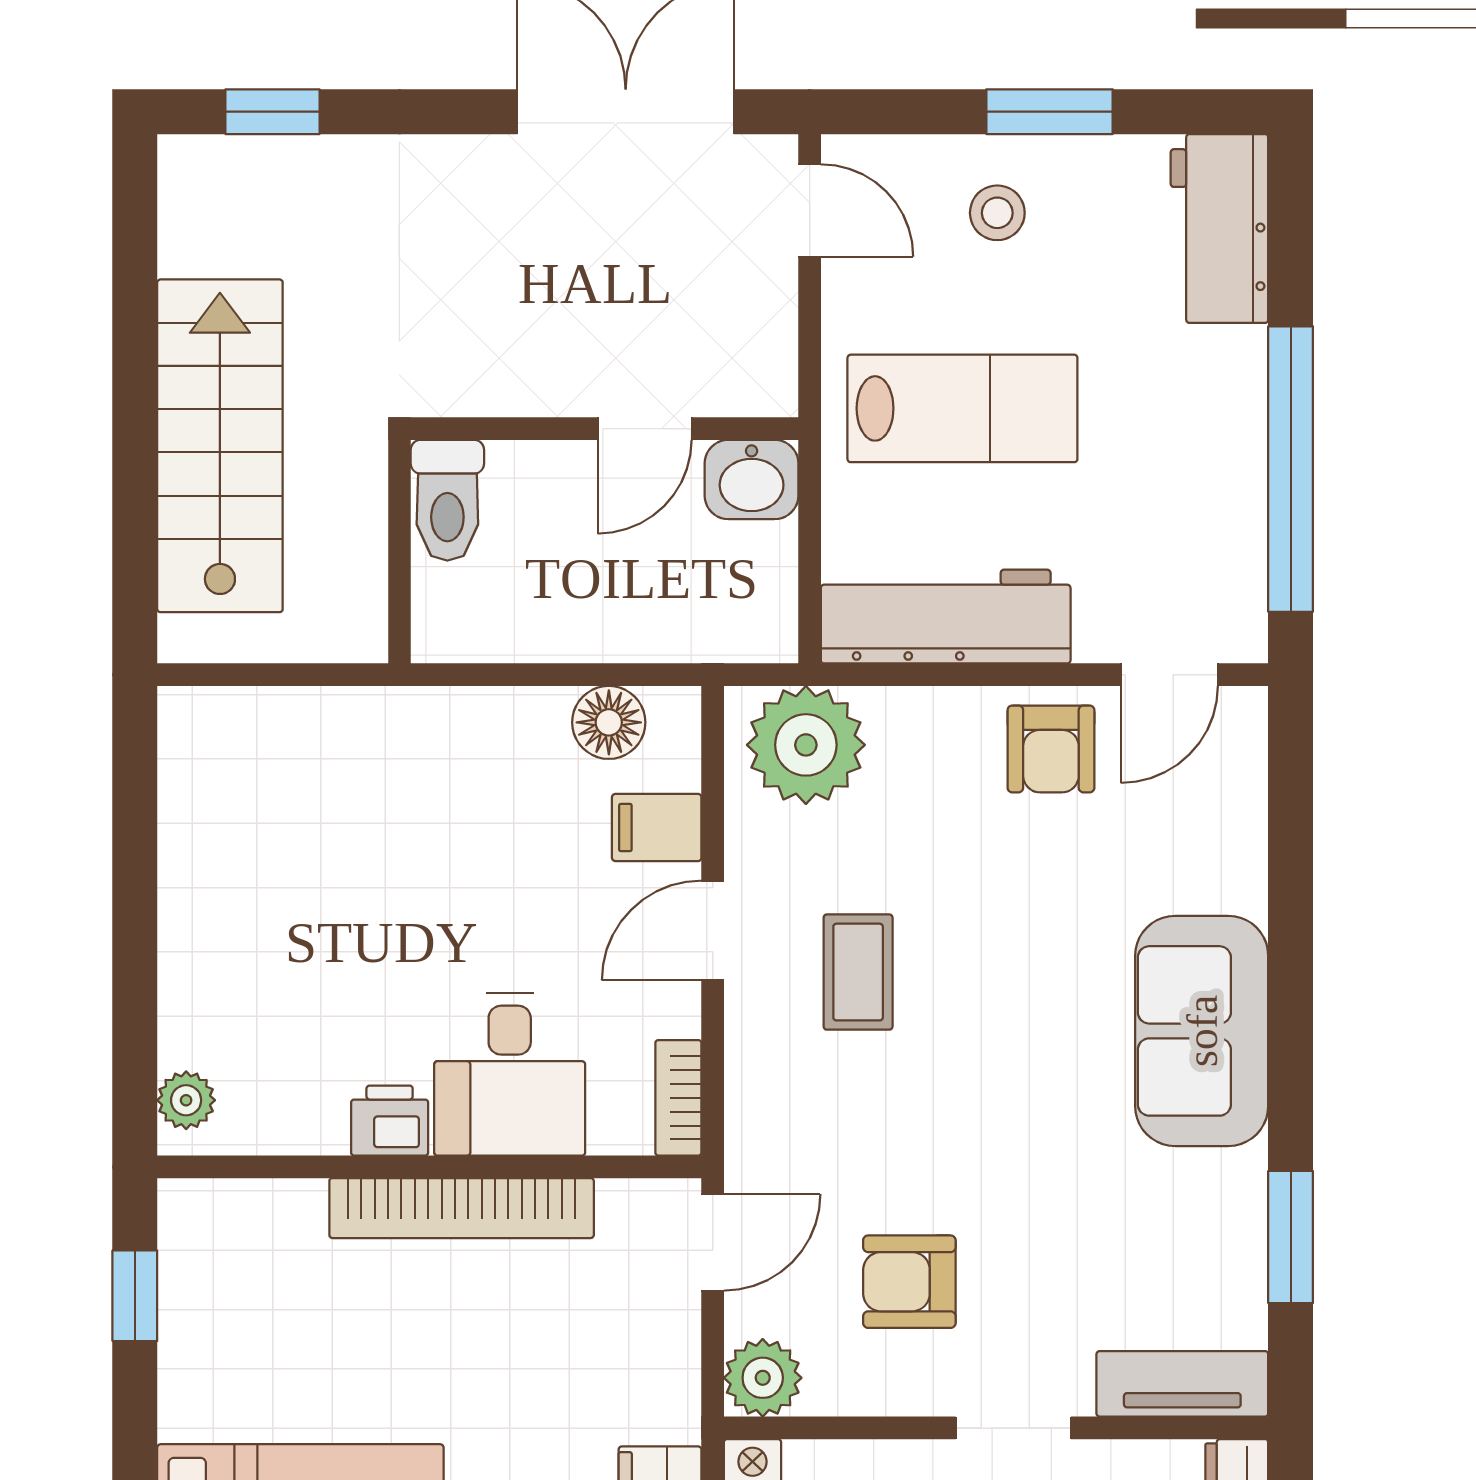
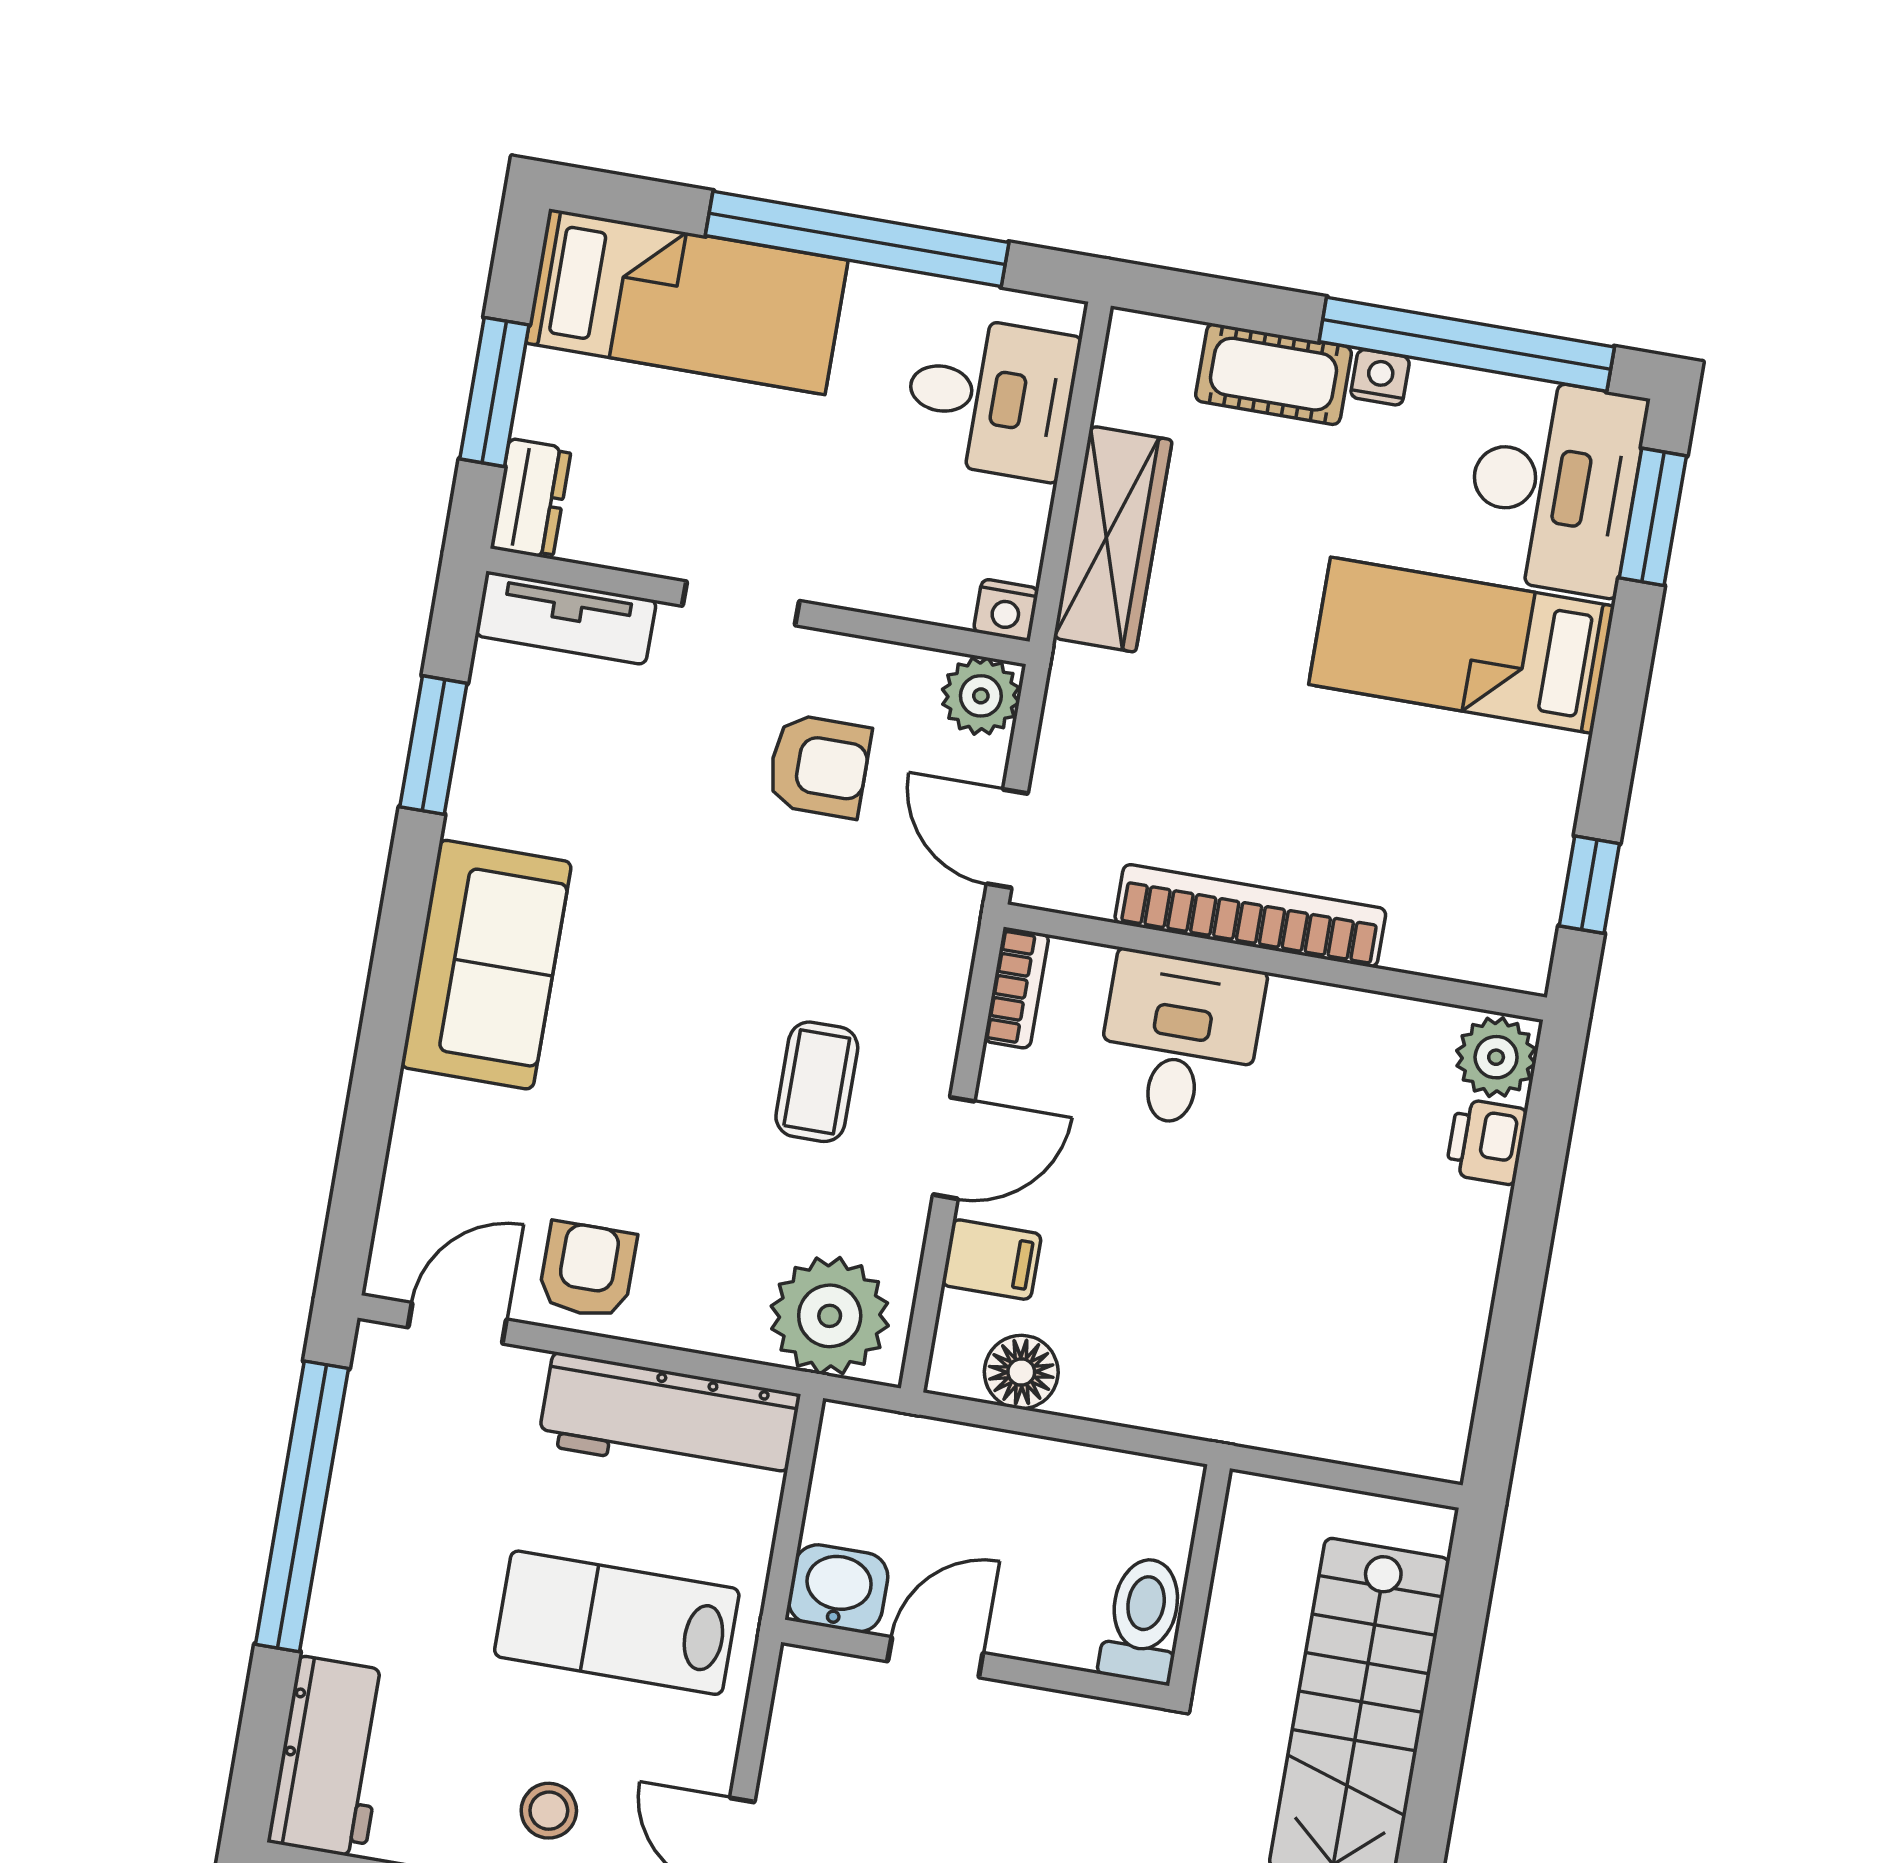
plant: (186, 1100) -> (1496, 1057), width x1.38, depth x1.38
printer: (390, 1121) -> (1486, 1142), moved, turned 90
door: (713, 1242) -> (1007, 839), hinge flipped

